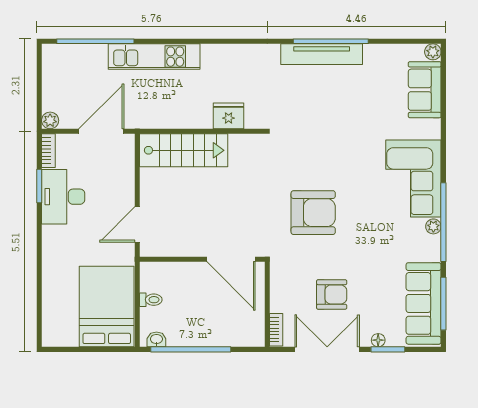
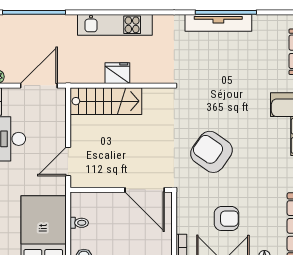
kitchen unit: (154, 57) -> (115, 25), moved
fridge: (229, 116) -> (117, 73), moved
armchair: (313, 213) -> (211, 152), turned -145

